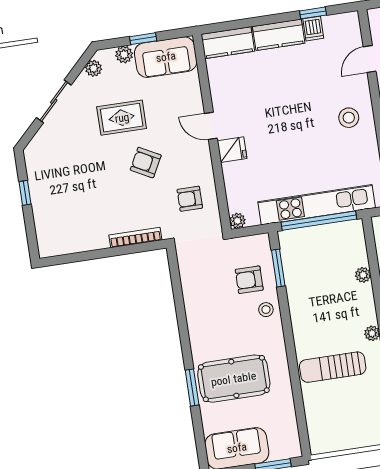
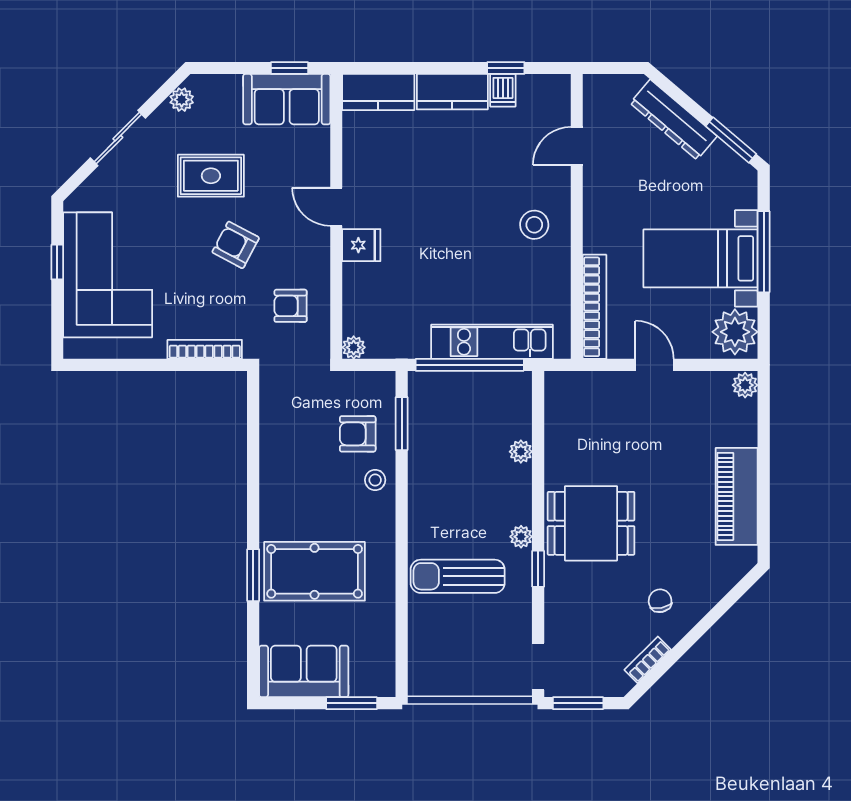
window: (143, 39) -> (290, 68), moved
plant: (124, 55) -> (228, 87), removed
corner sofa: (61, 196) -> (108, 275), added
kitchen unit: (317, 205) -> (492, 342), width x0.73

